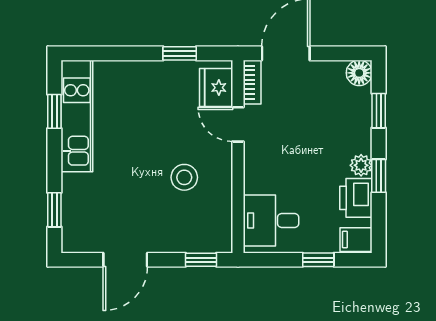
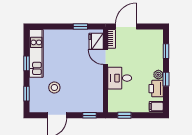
floor lamp: (359, 73) -> (158, 35), removed
window: (54, 111) -> (27, 63), moved
stool: (184, 177) -> (54, 88), moved
desk: (271, 220) -> (120, 78), moved
window: (318, 260) -> (124, 115), moved

